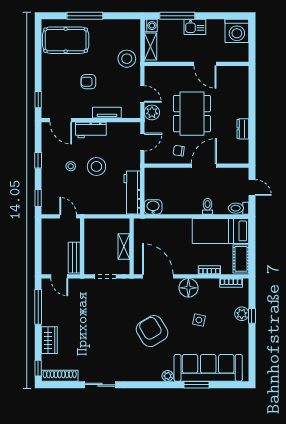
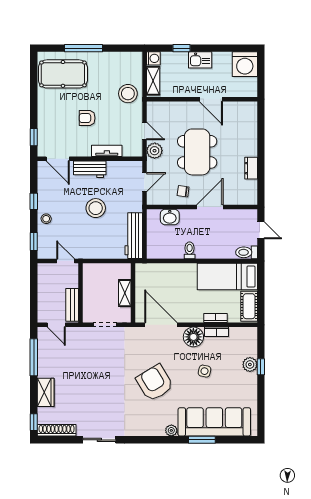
window: (177, 16) -> (181, 48), width x0.46
stool: (71, 166) -> (46, 219), moved
toilet: (208, 206) -> (190, 250), moved
washbasin: (153, 207) -> (170, 217), moved, turned 180
bookcase: (231, 283) -> (216, 332), moved

